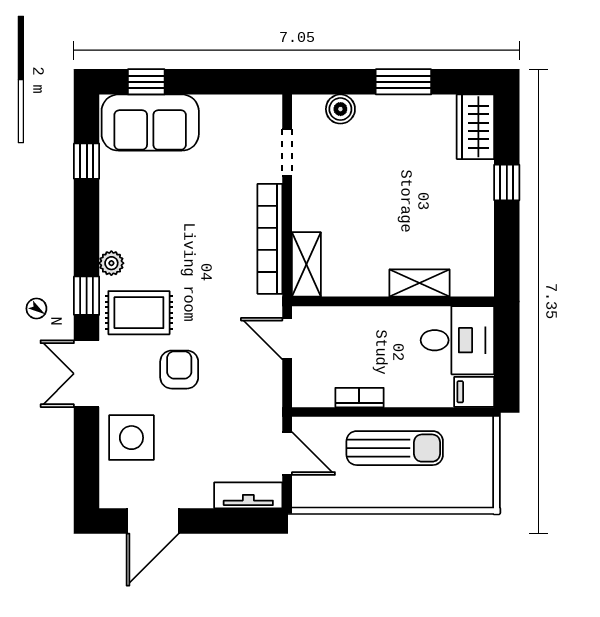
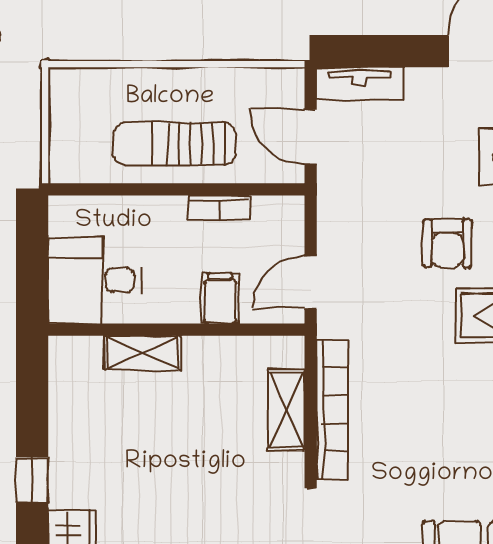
shelving: (306, 264) -> (286, 410), moved
door: (287, 339) -> (311, 283), swing flipped
filing cabinet: (474, 392) -> (220, 298), moved, turned -90

